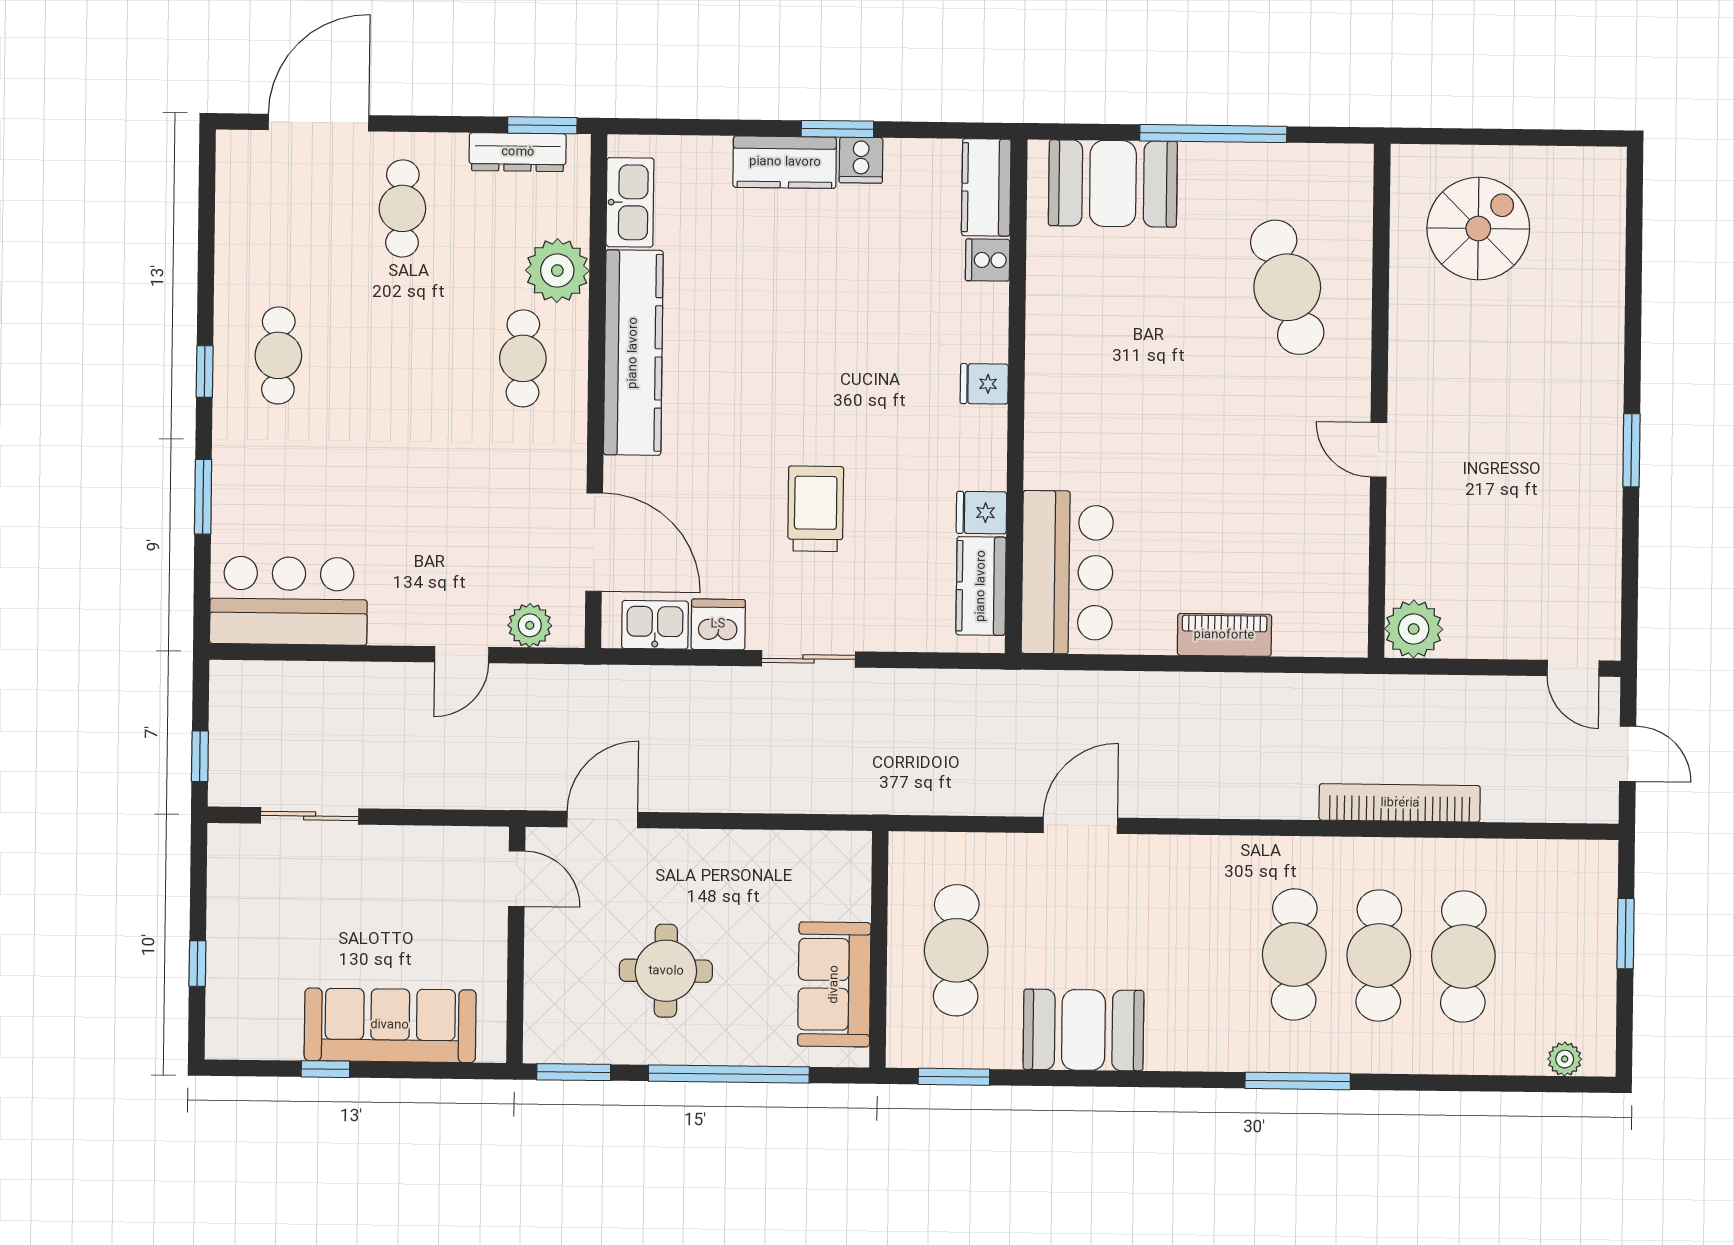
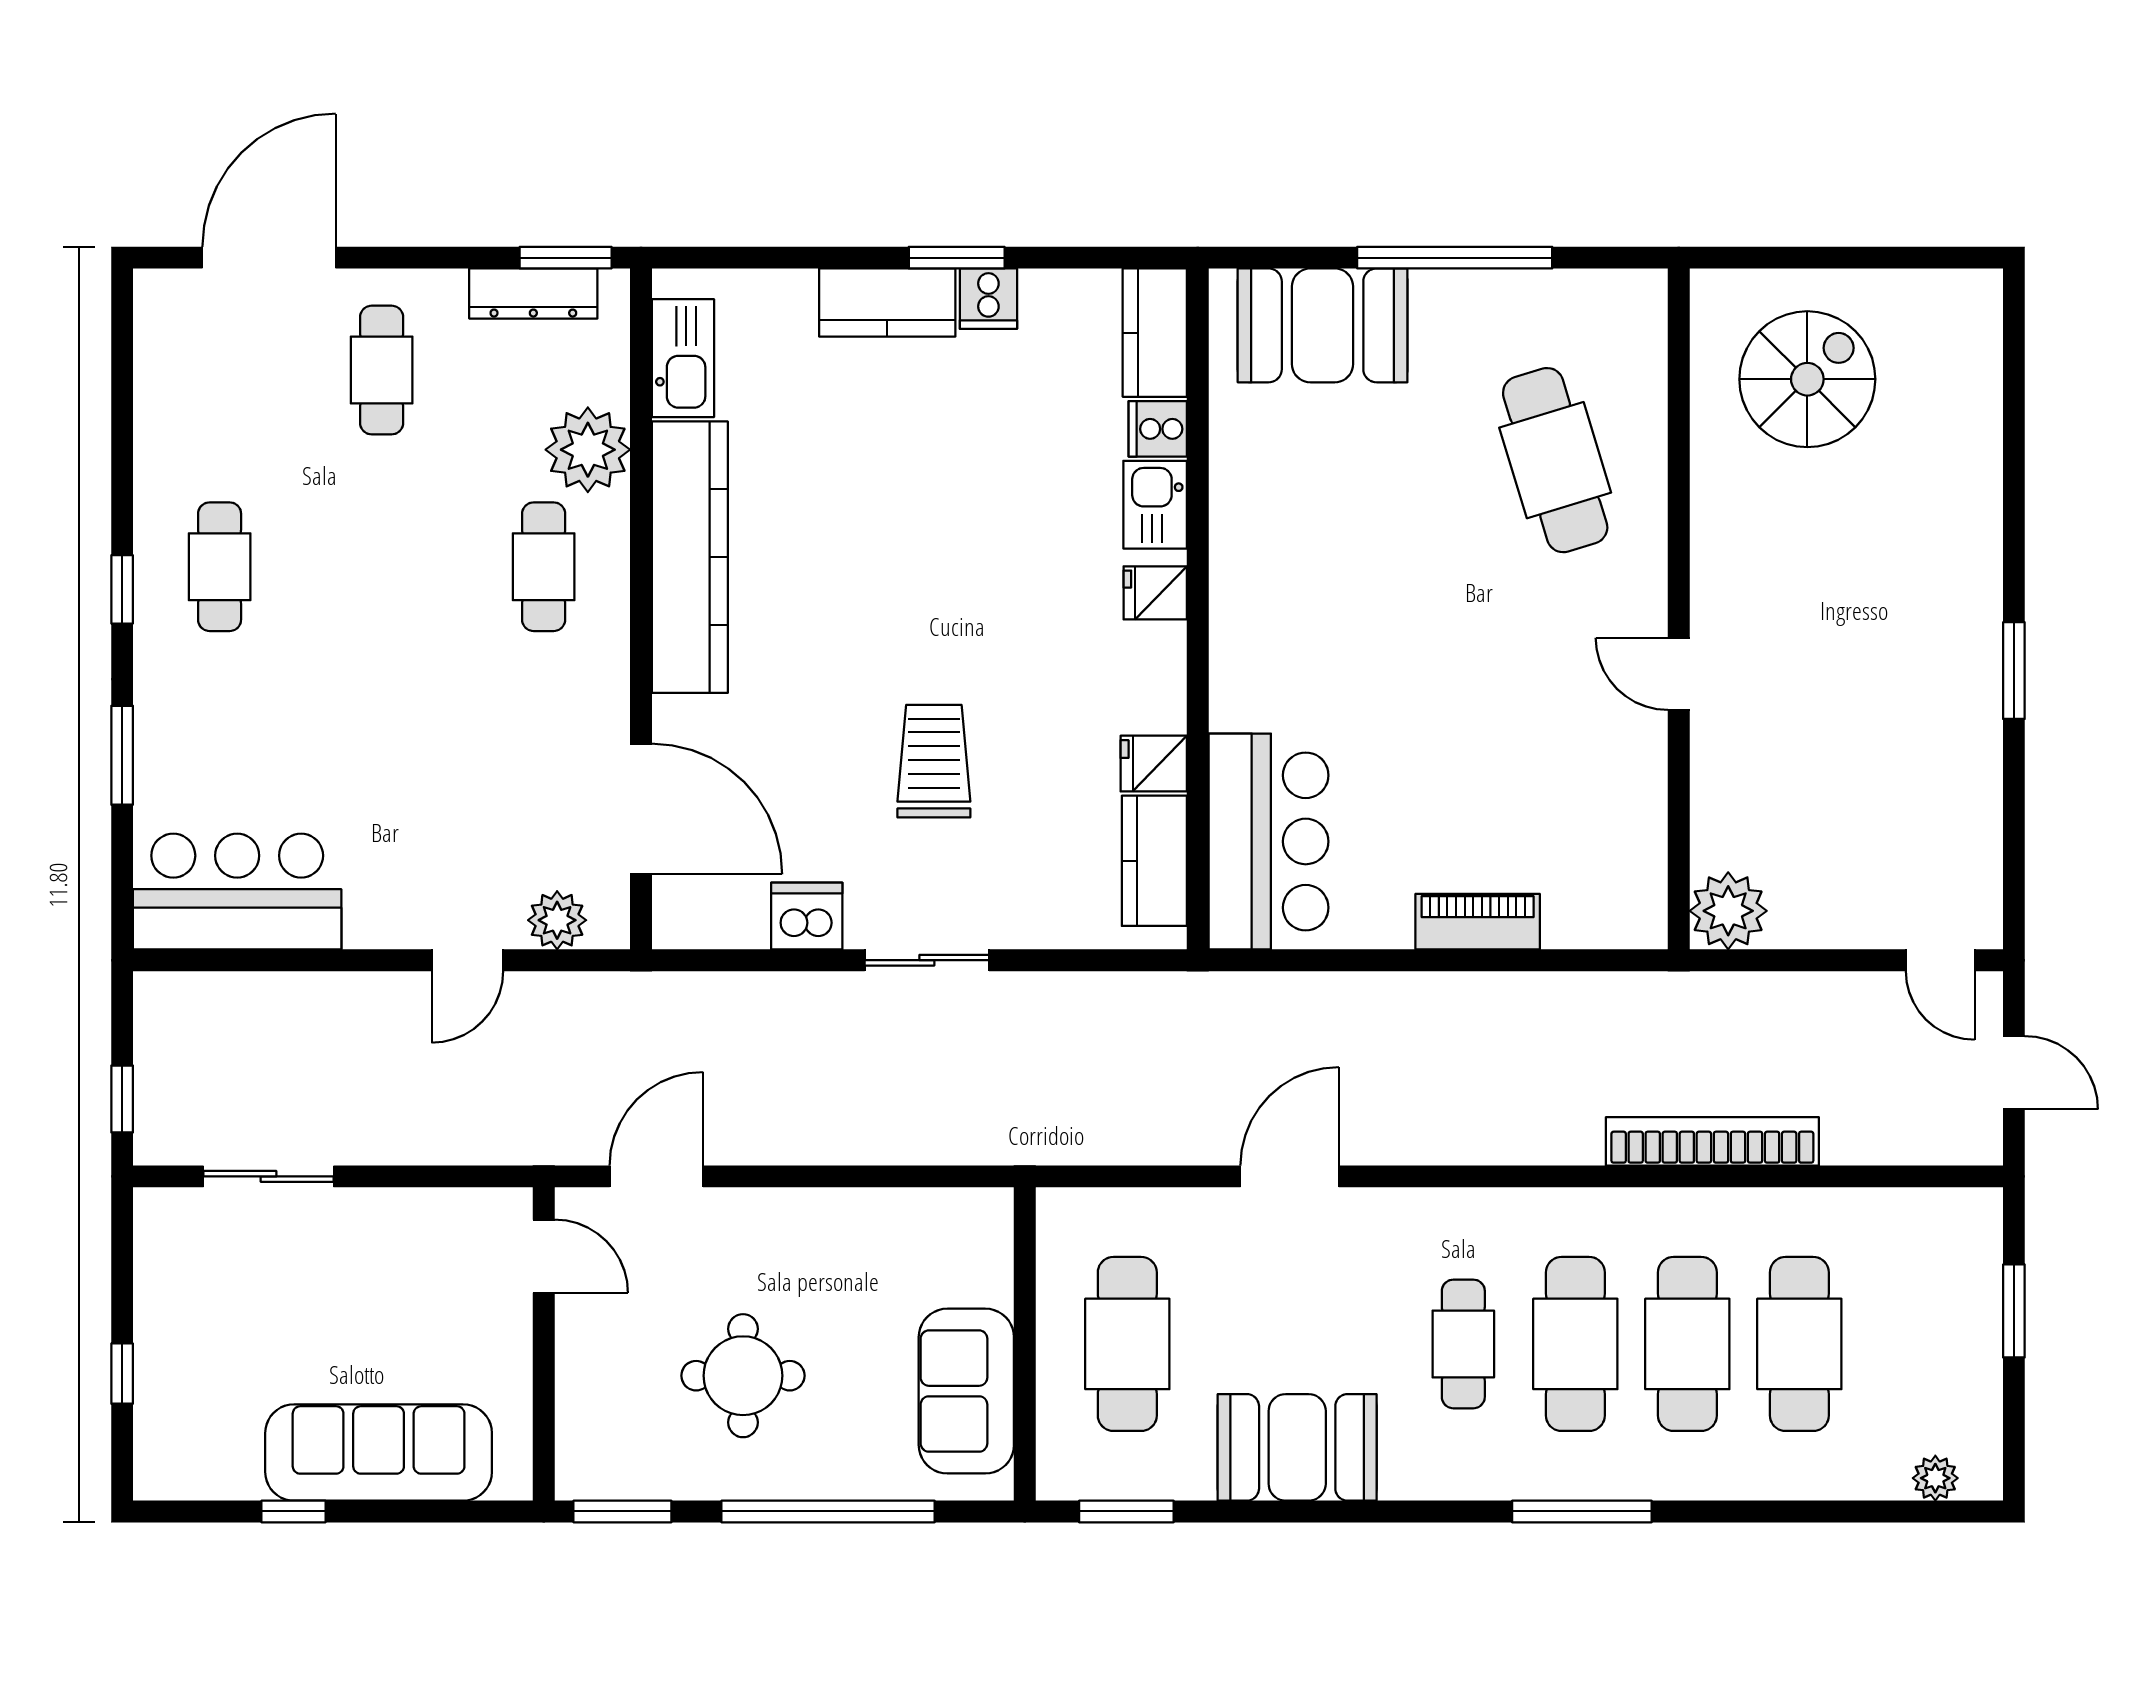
kitchen sink: (655, 625) -> (1155, 505), moved, turned -90
cafe table: (1210, 953) -> (1463, 1344), added

